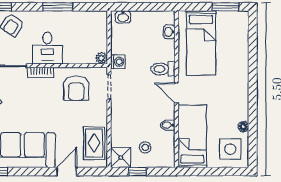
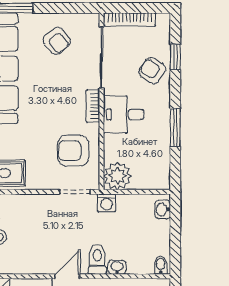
washbasin: (169, 32) -> (117, 267), moved
plant: (102, 58) -> (117, 176), width x1.87, depth x1.87
bidet: (168, 125) -> (161, 265), moved

